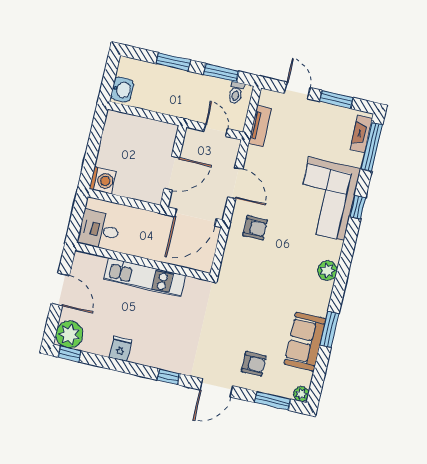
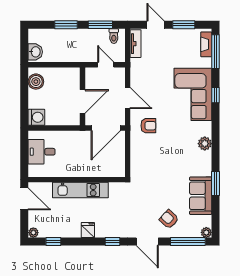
tv unit: (260, 126) -> (136, 44), moved
boiler: (114, 131) -> (36, 82), added
wall: (143, 262) -> (77, 180), moved
kitchen unit: (145, 277) -> (80, 190), moved
plant: (69, 334) -> (33, 233), width x0.53, depth x0.53
fridge: (121, 349) -> (88, 230), moved
window: (70, 354) -> (53, 242), moved
armchair: (254, 364) -> (169, 219), turned -137
door: (216, 388) -> (147, 242), hinge flipped
window: (273, 401) -> (188, 242), width x1.44

